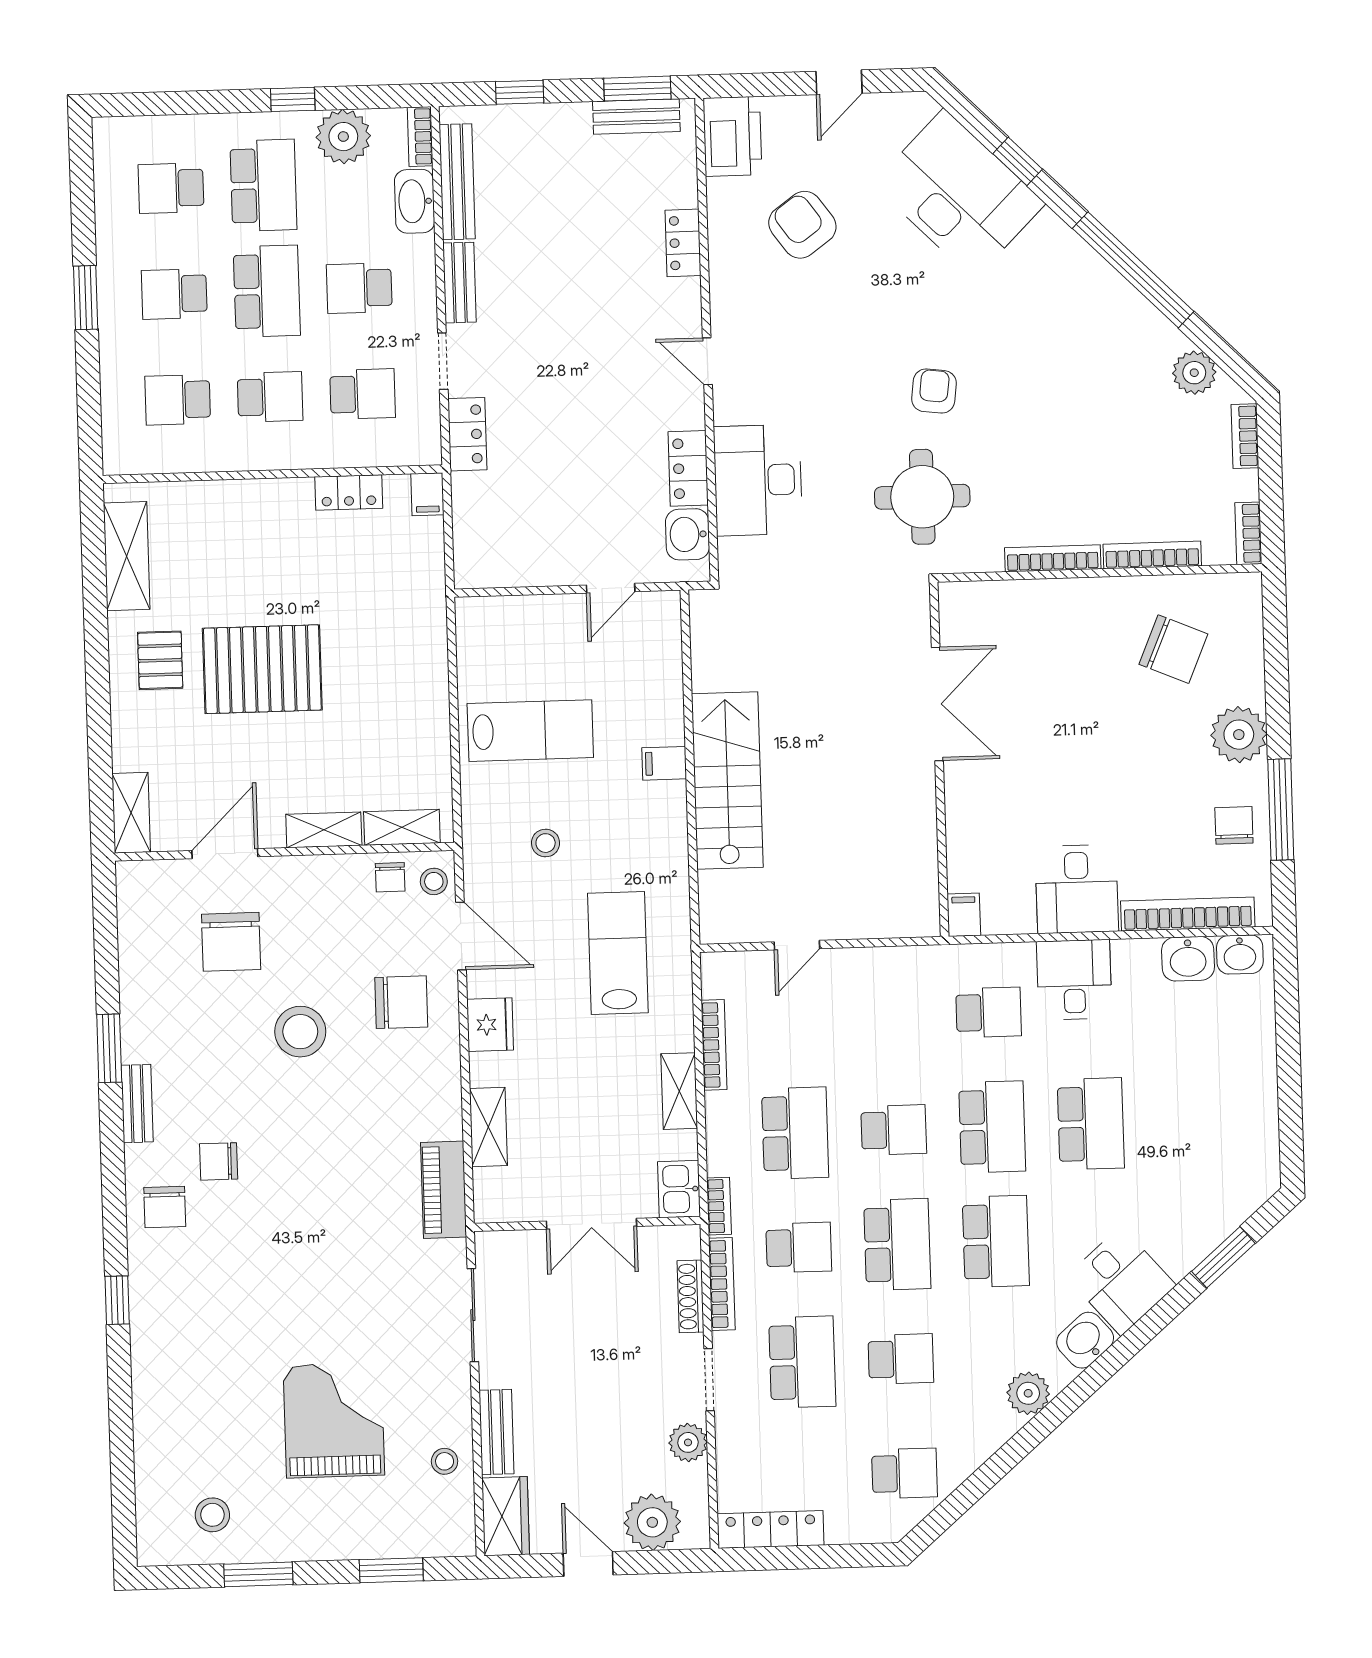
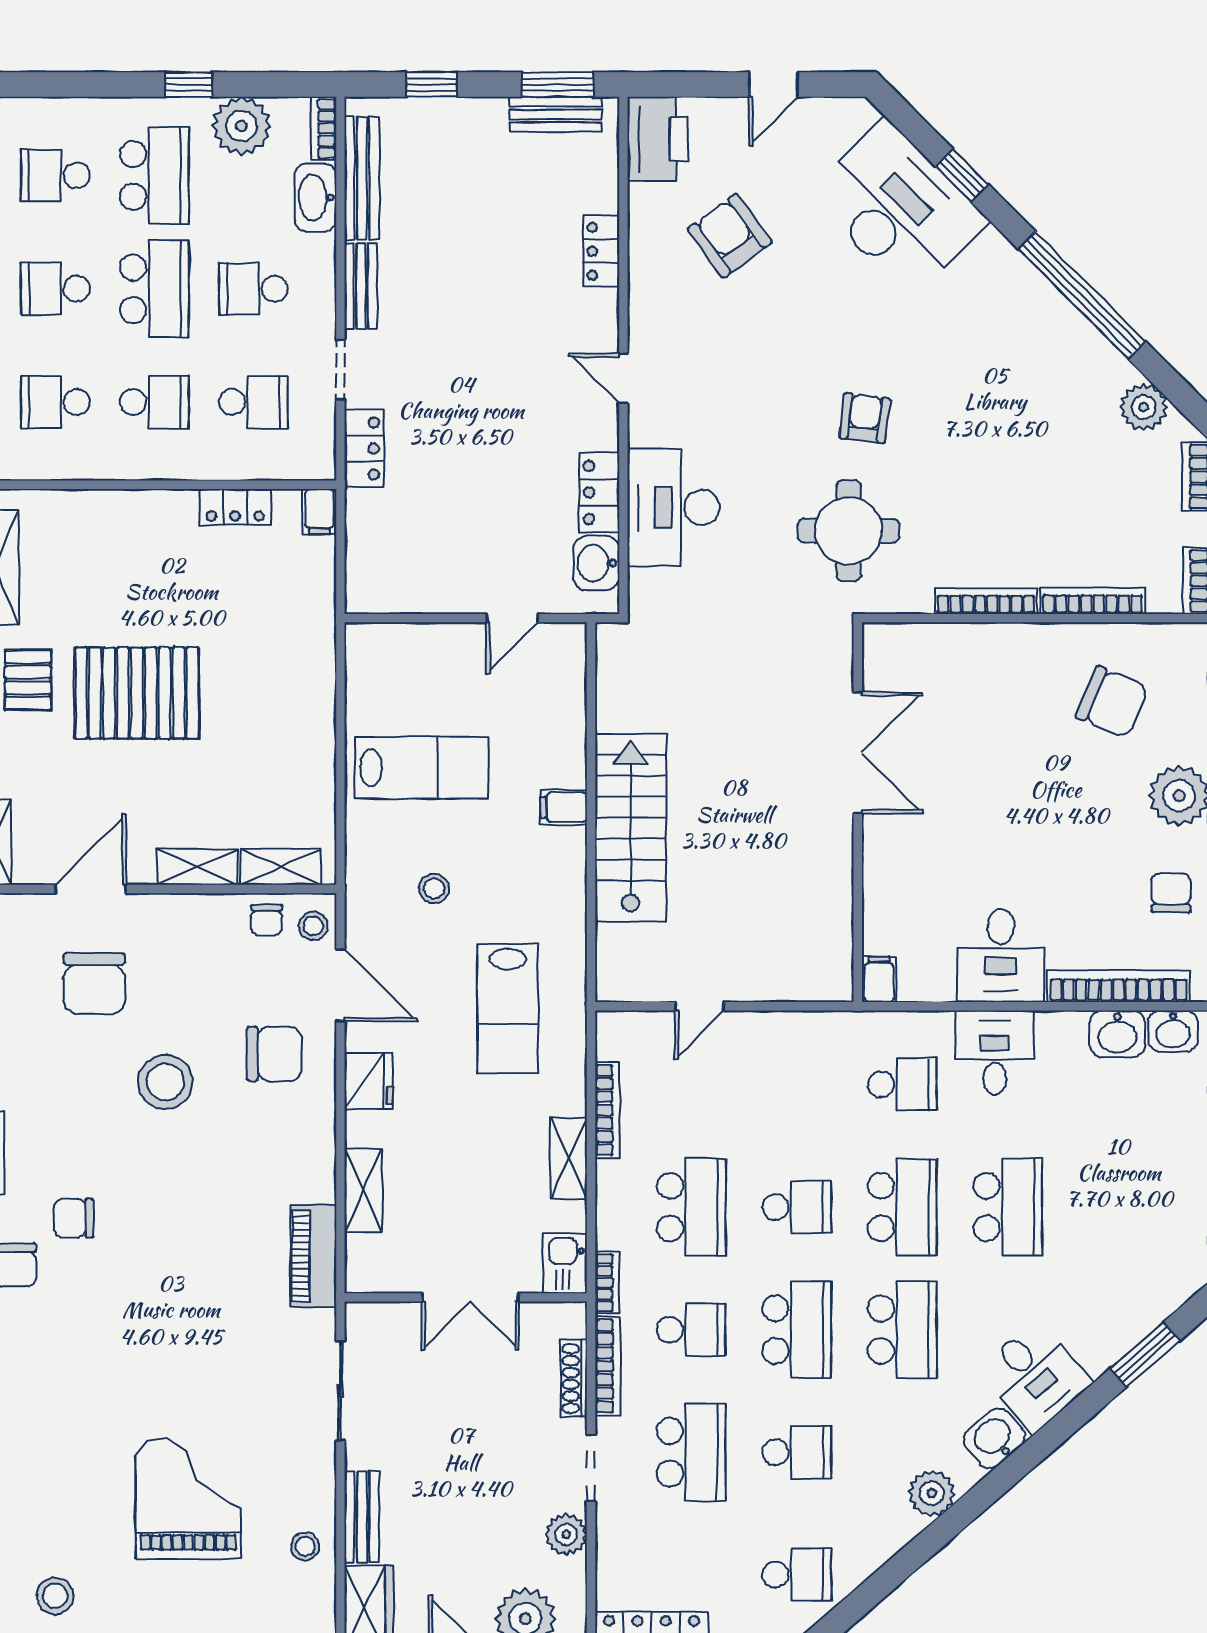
lab bench: (618, 953) -> (508, 1009), turned 180

